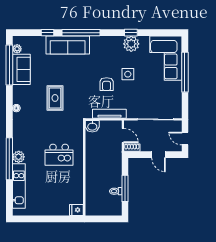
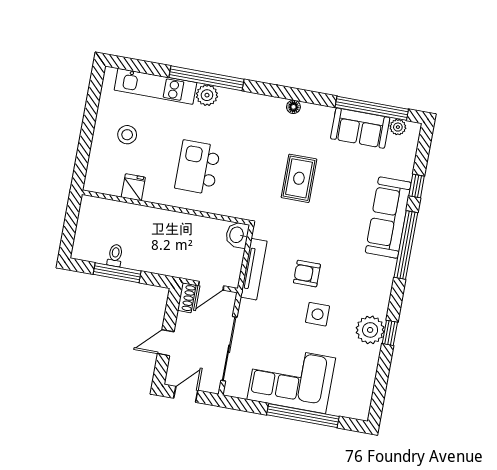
corner sofa: (166, 58) -> (291, 379), moved
rug: (55, 98) -> (299, 178), turned 90
stool: (48, 197) -> (127, 135), added
fridge: (76, 210) -> (133, 187), moved

